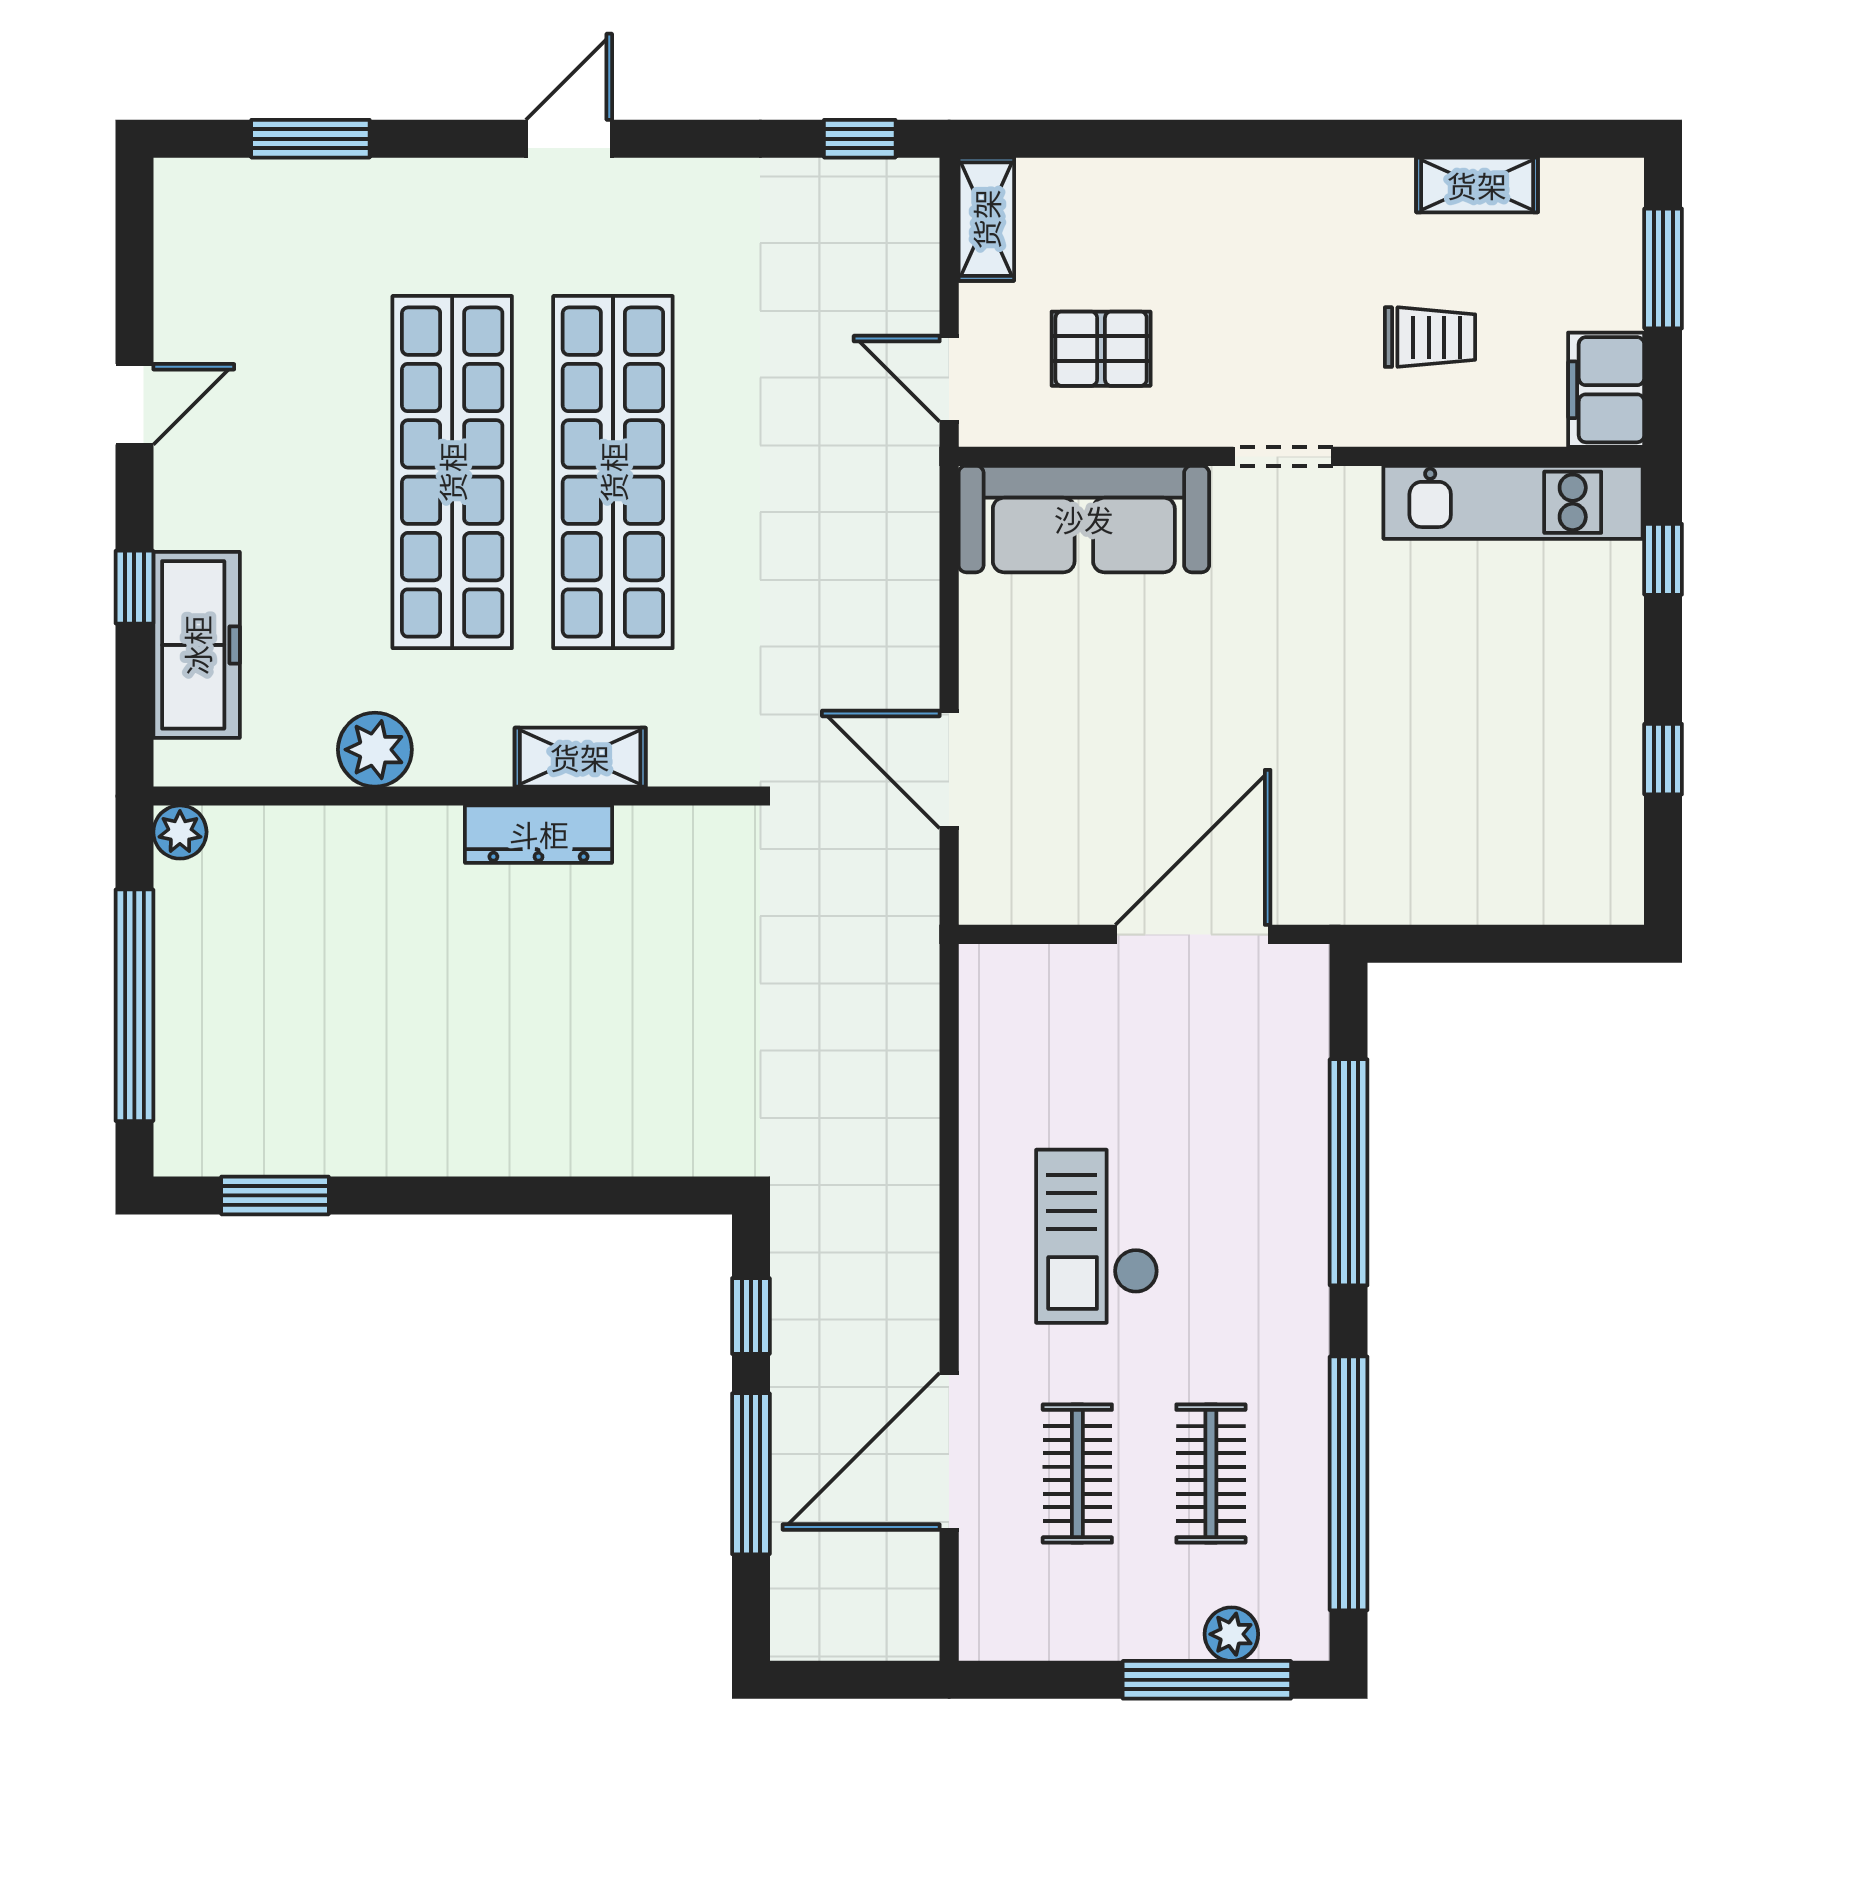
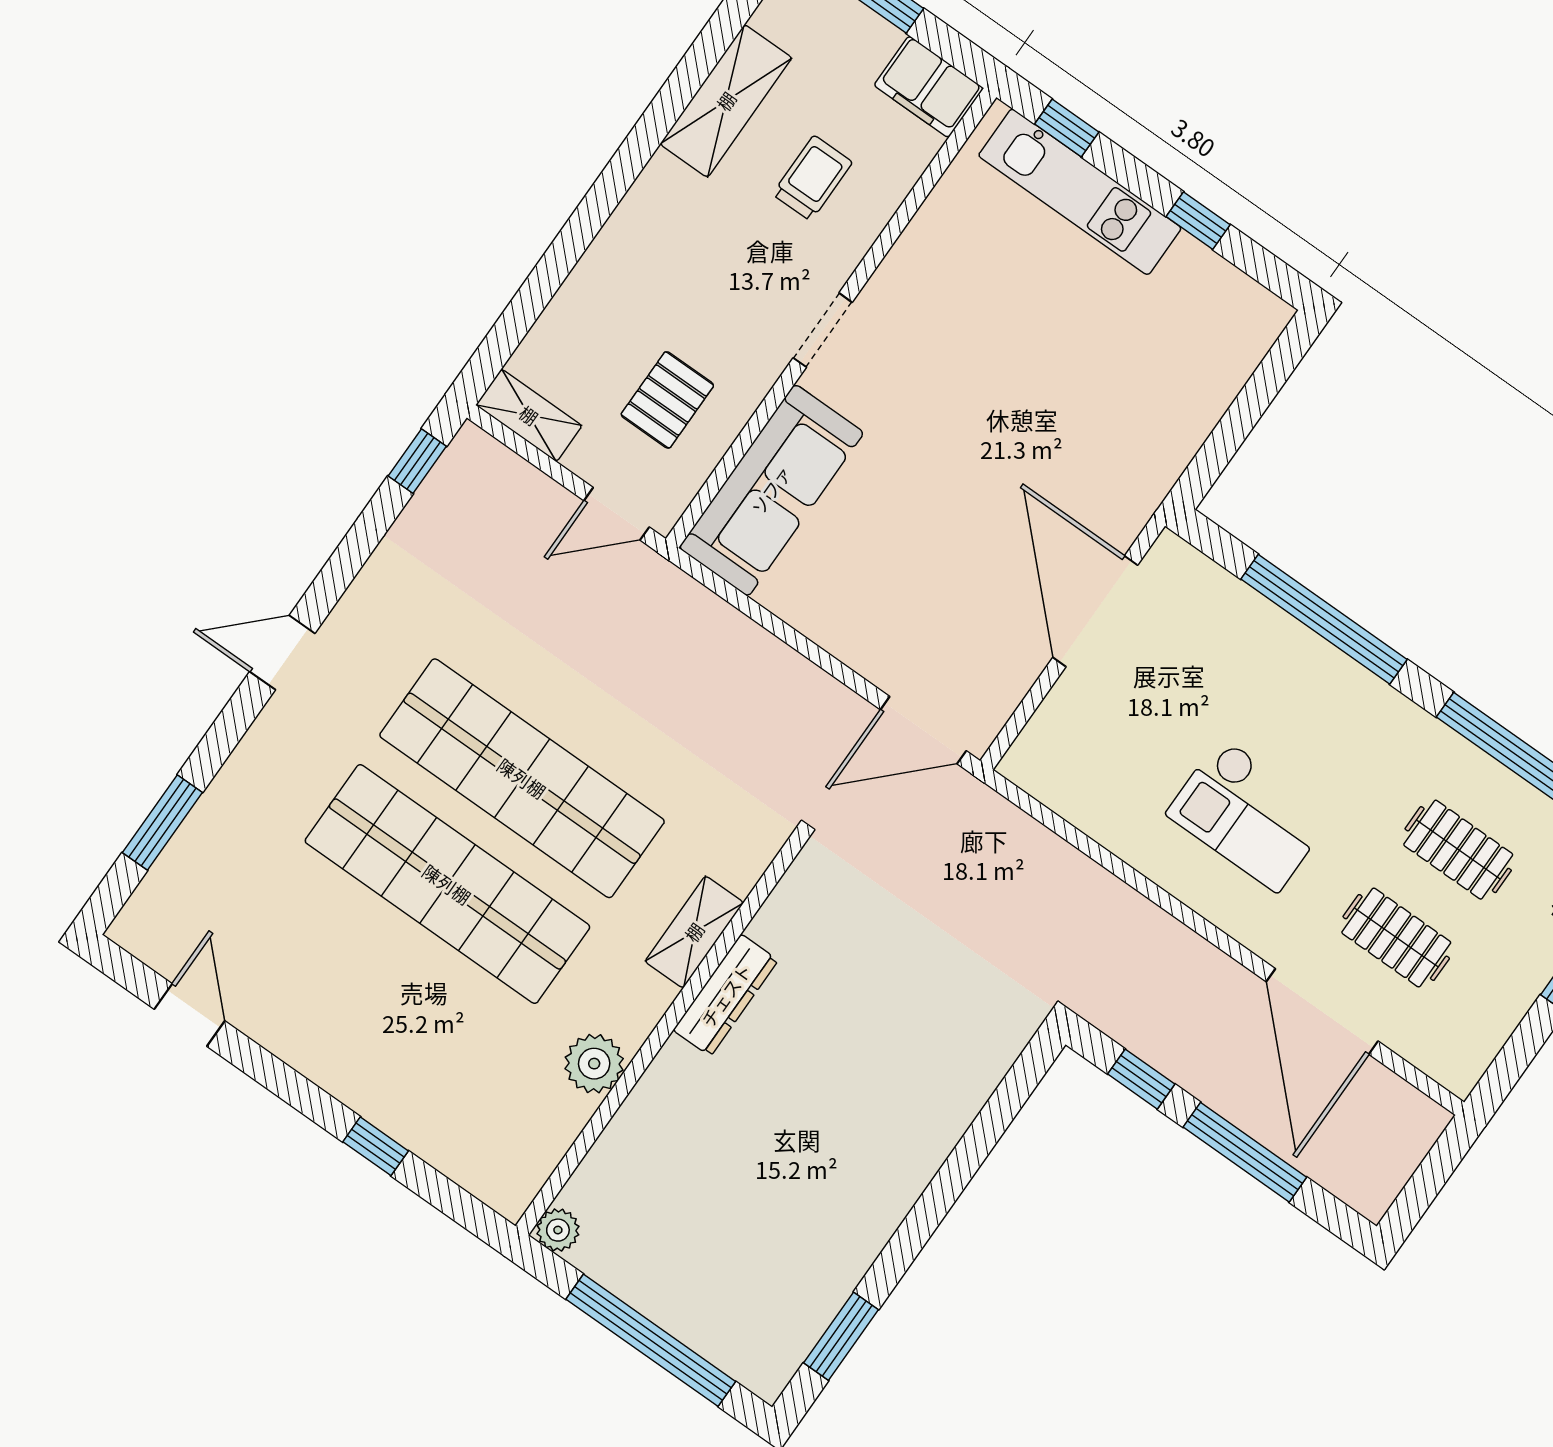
door: (569, 139) -> (282, 652), hinge flipped
shelving: (1477, 185) -> (726, 101), width x1.50, depth x1.33
door: (134, 404) -> (190, 1015), moved
kitchen unit: (1513, 502) -> (1080, 192), moved, turned 90
freezer: (197, 645) -> (443, 1132), removed
door: (949, 769) -> (923, 730), moved

